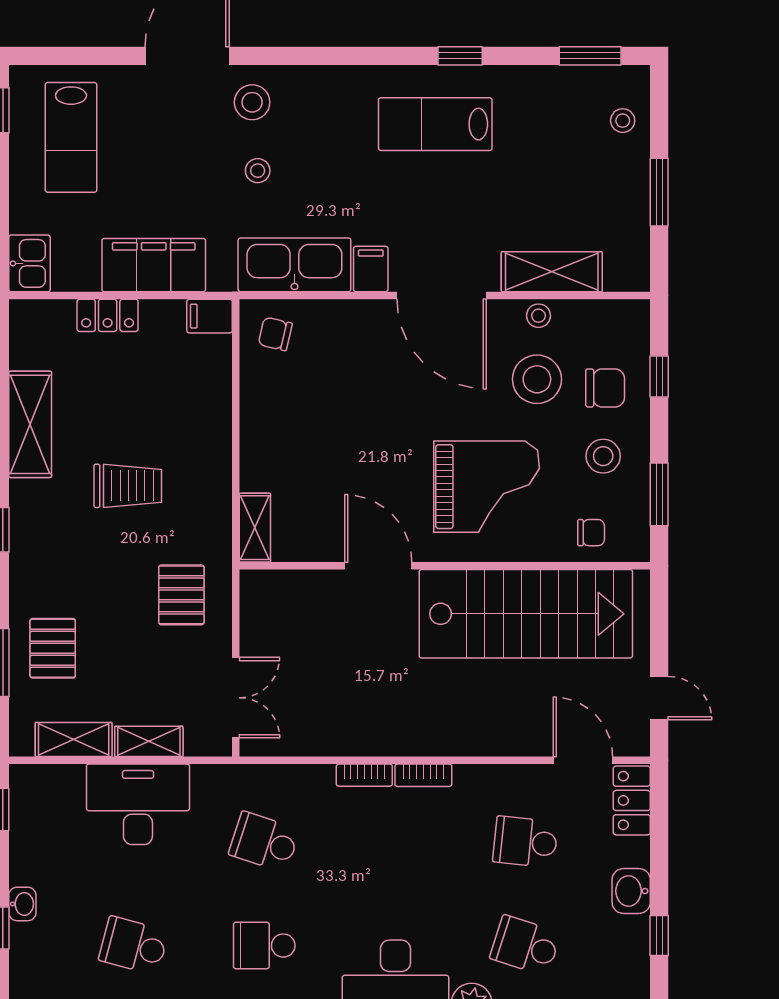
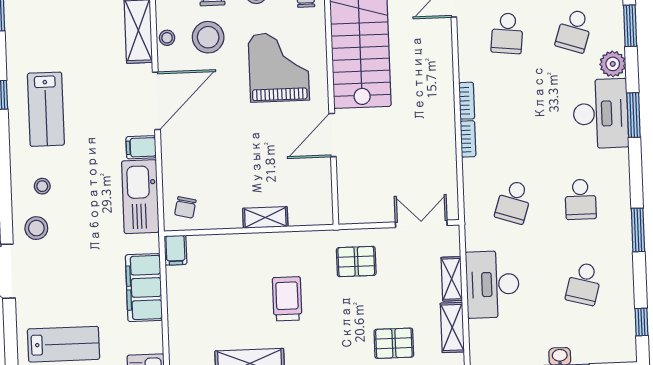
stool: (258, 171) -> (42, 186), moved
locker: (108, 315) -> (178, 316), removed
shelving: (255, 528) -> (265, 217), moved

